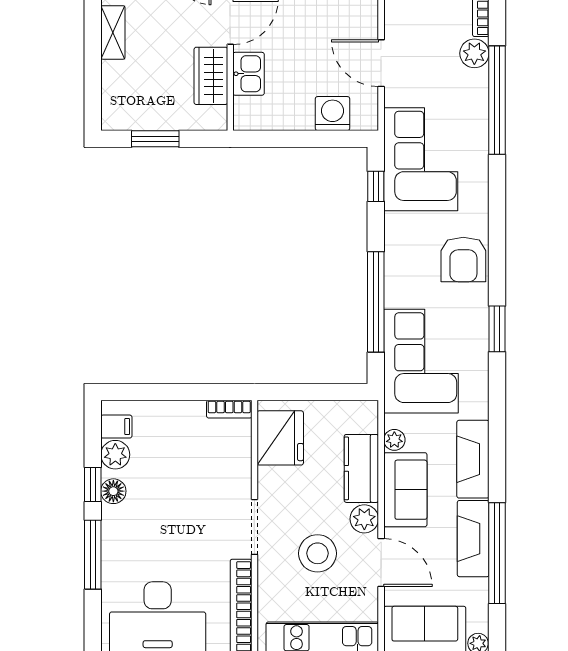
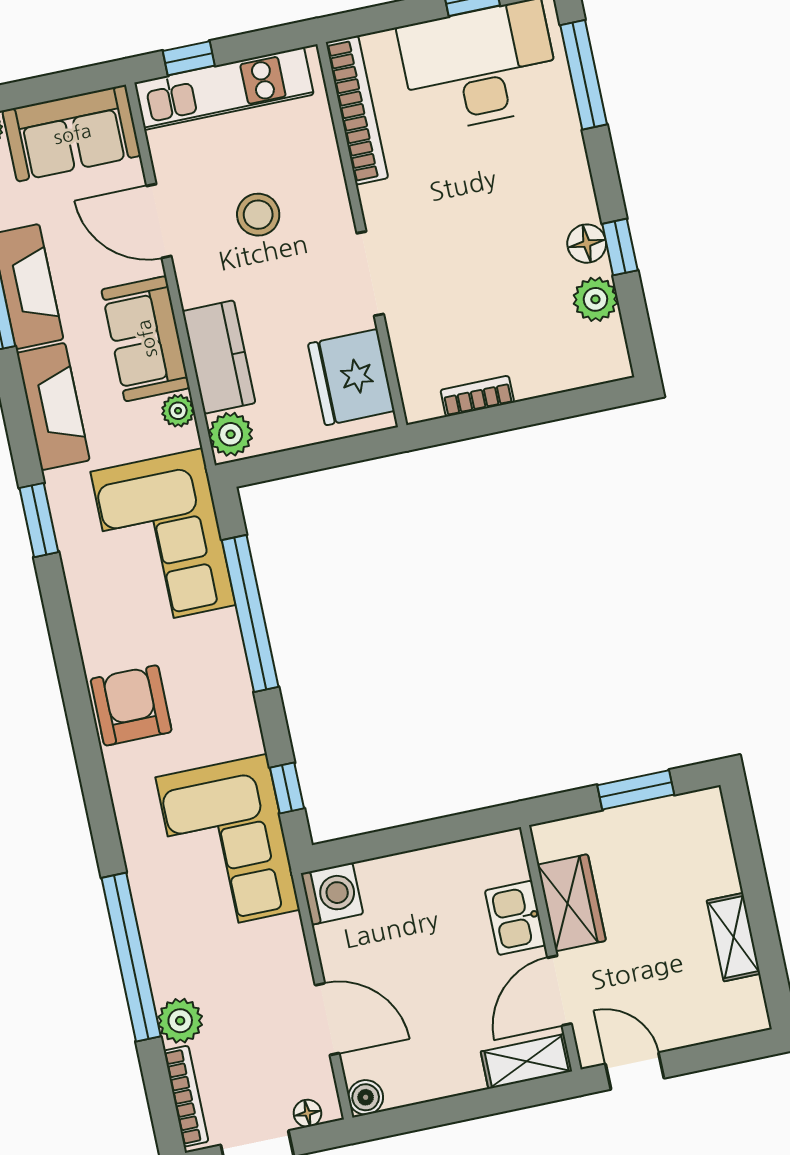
door: (381, 63) -> (327, 1019), moved
washing machine: (332, 114) -> (332, 894), moved, turned -90
window: (497, 329) -> (39, 520), moved
bookcase: (229, 409) -> (477, 396), moved
filing cabinet: (116, 427) -> (603, 342), removed
plant: (364, 519) -> (231, 434), moved
doorway: (254, 527) -> (370, 274), moved
stool: (318, 553) -> (258, 215), width x0.73, depth x0.73
window: (93, 555) -> (584, 75), moved

